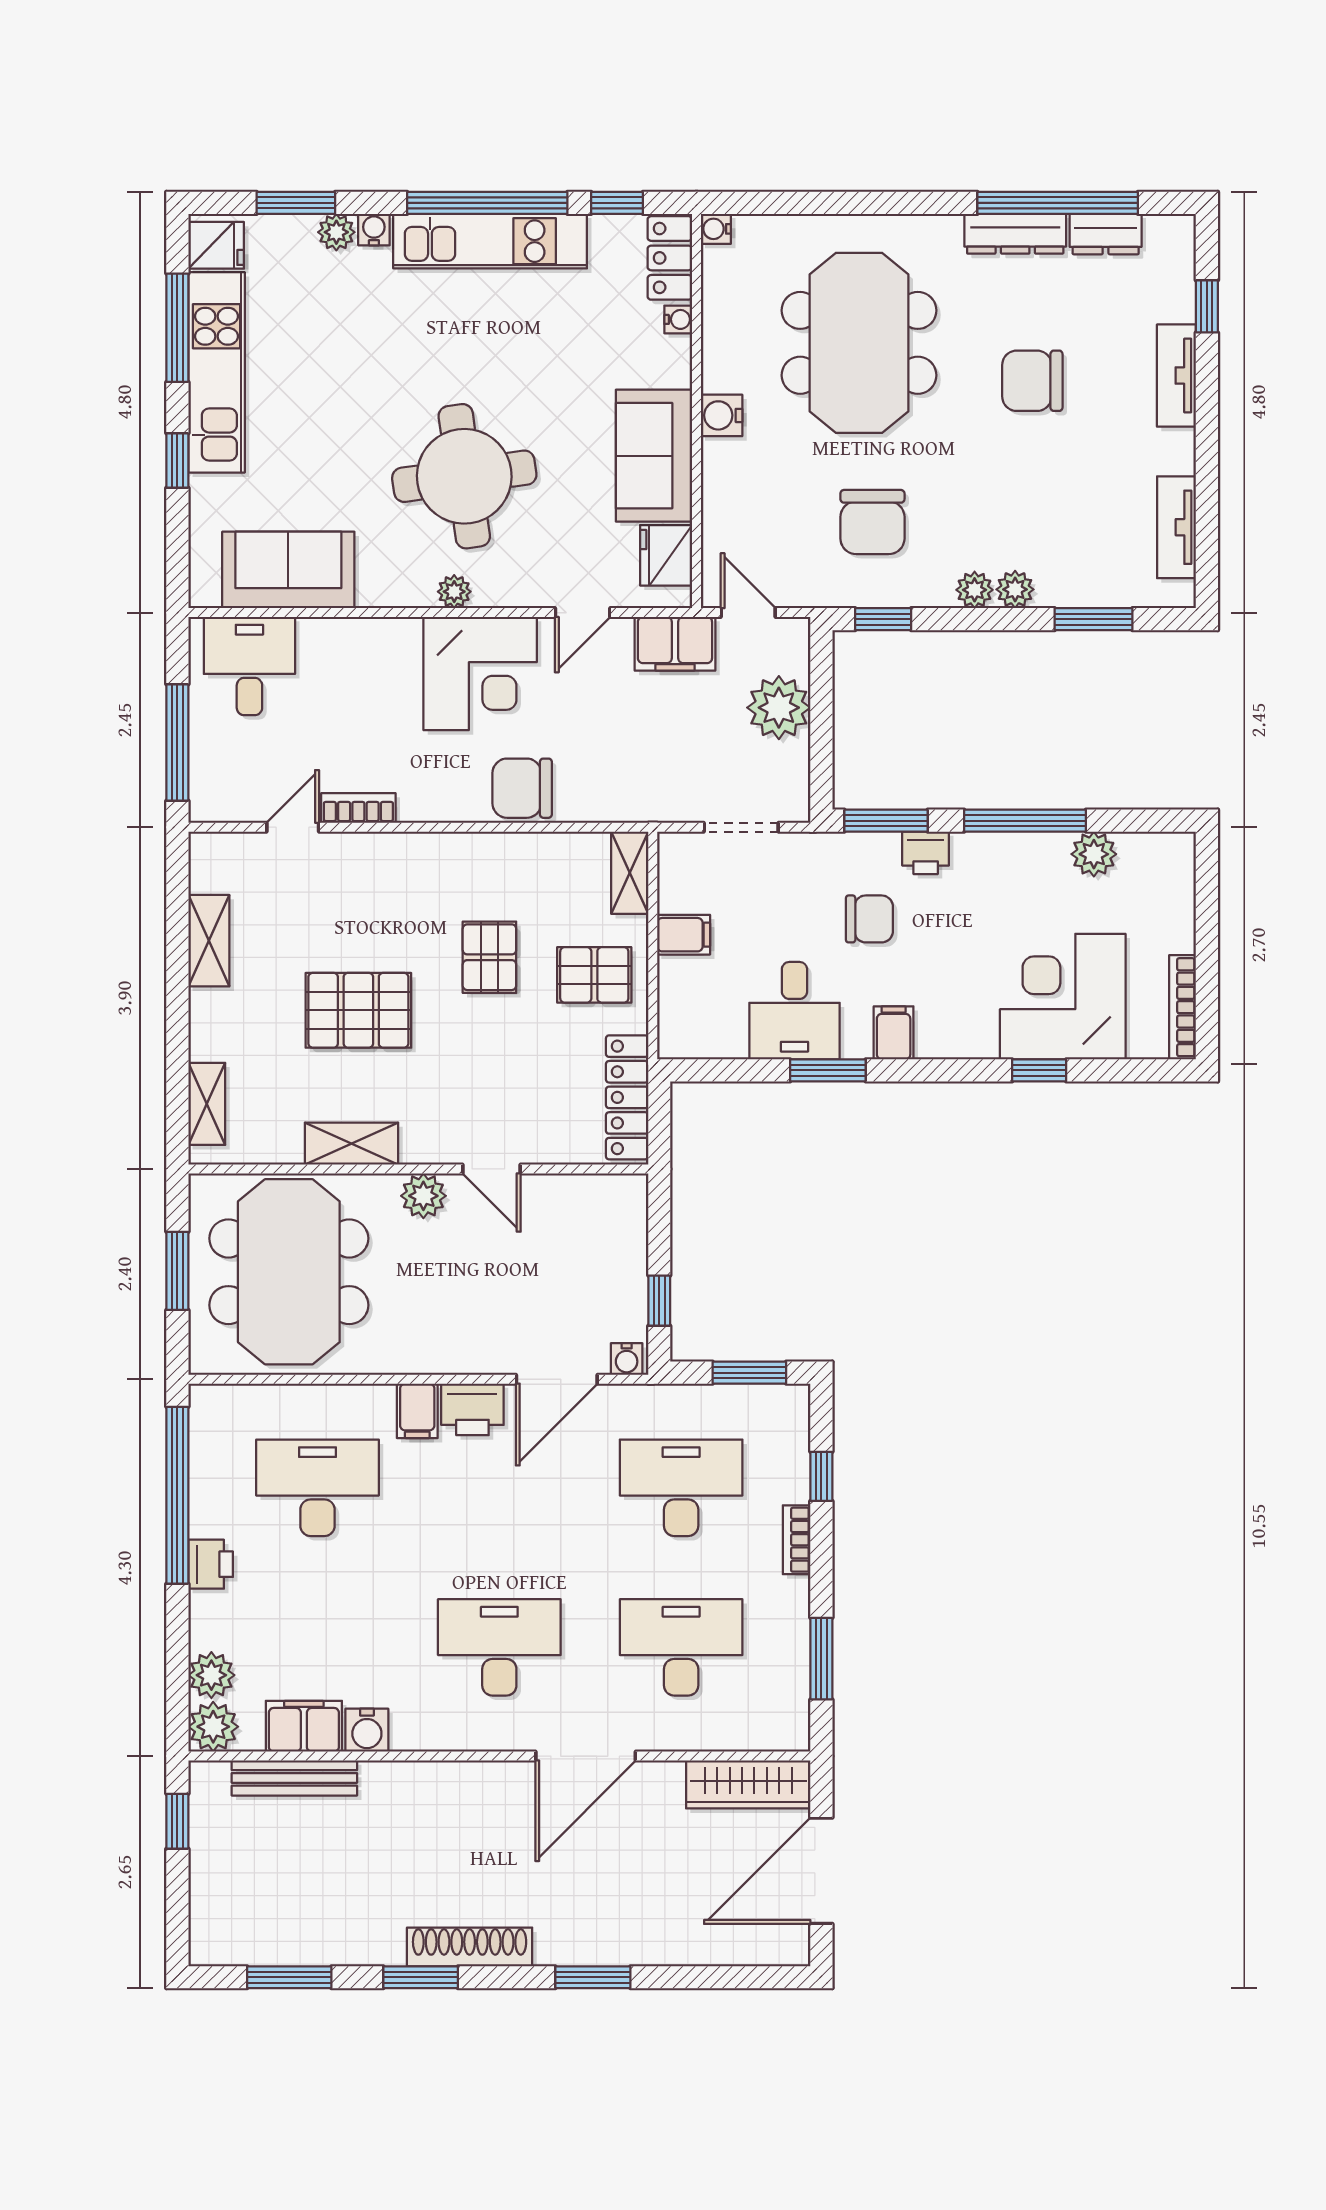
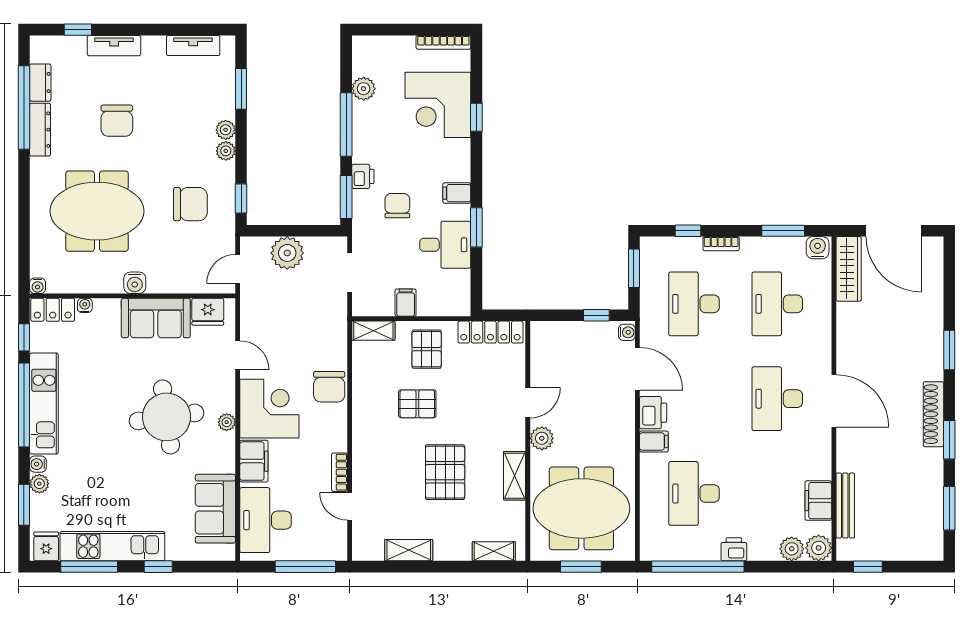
filing cabinet: (675, 644) -> (254, 461), moved
desk: (249, 666) -> (266, 520), width x1.37
water cooler: (367, 1730) -> (818, 248), moved, turned -90
door: (586, 1756) -> (834, 401), moved

